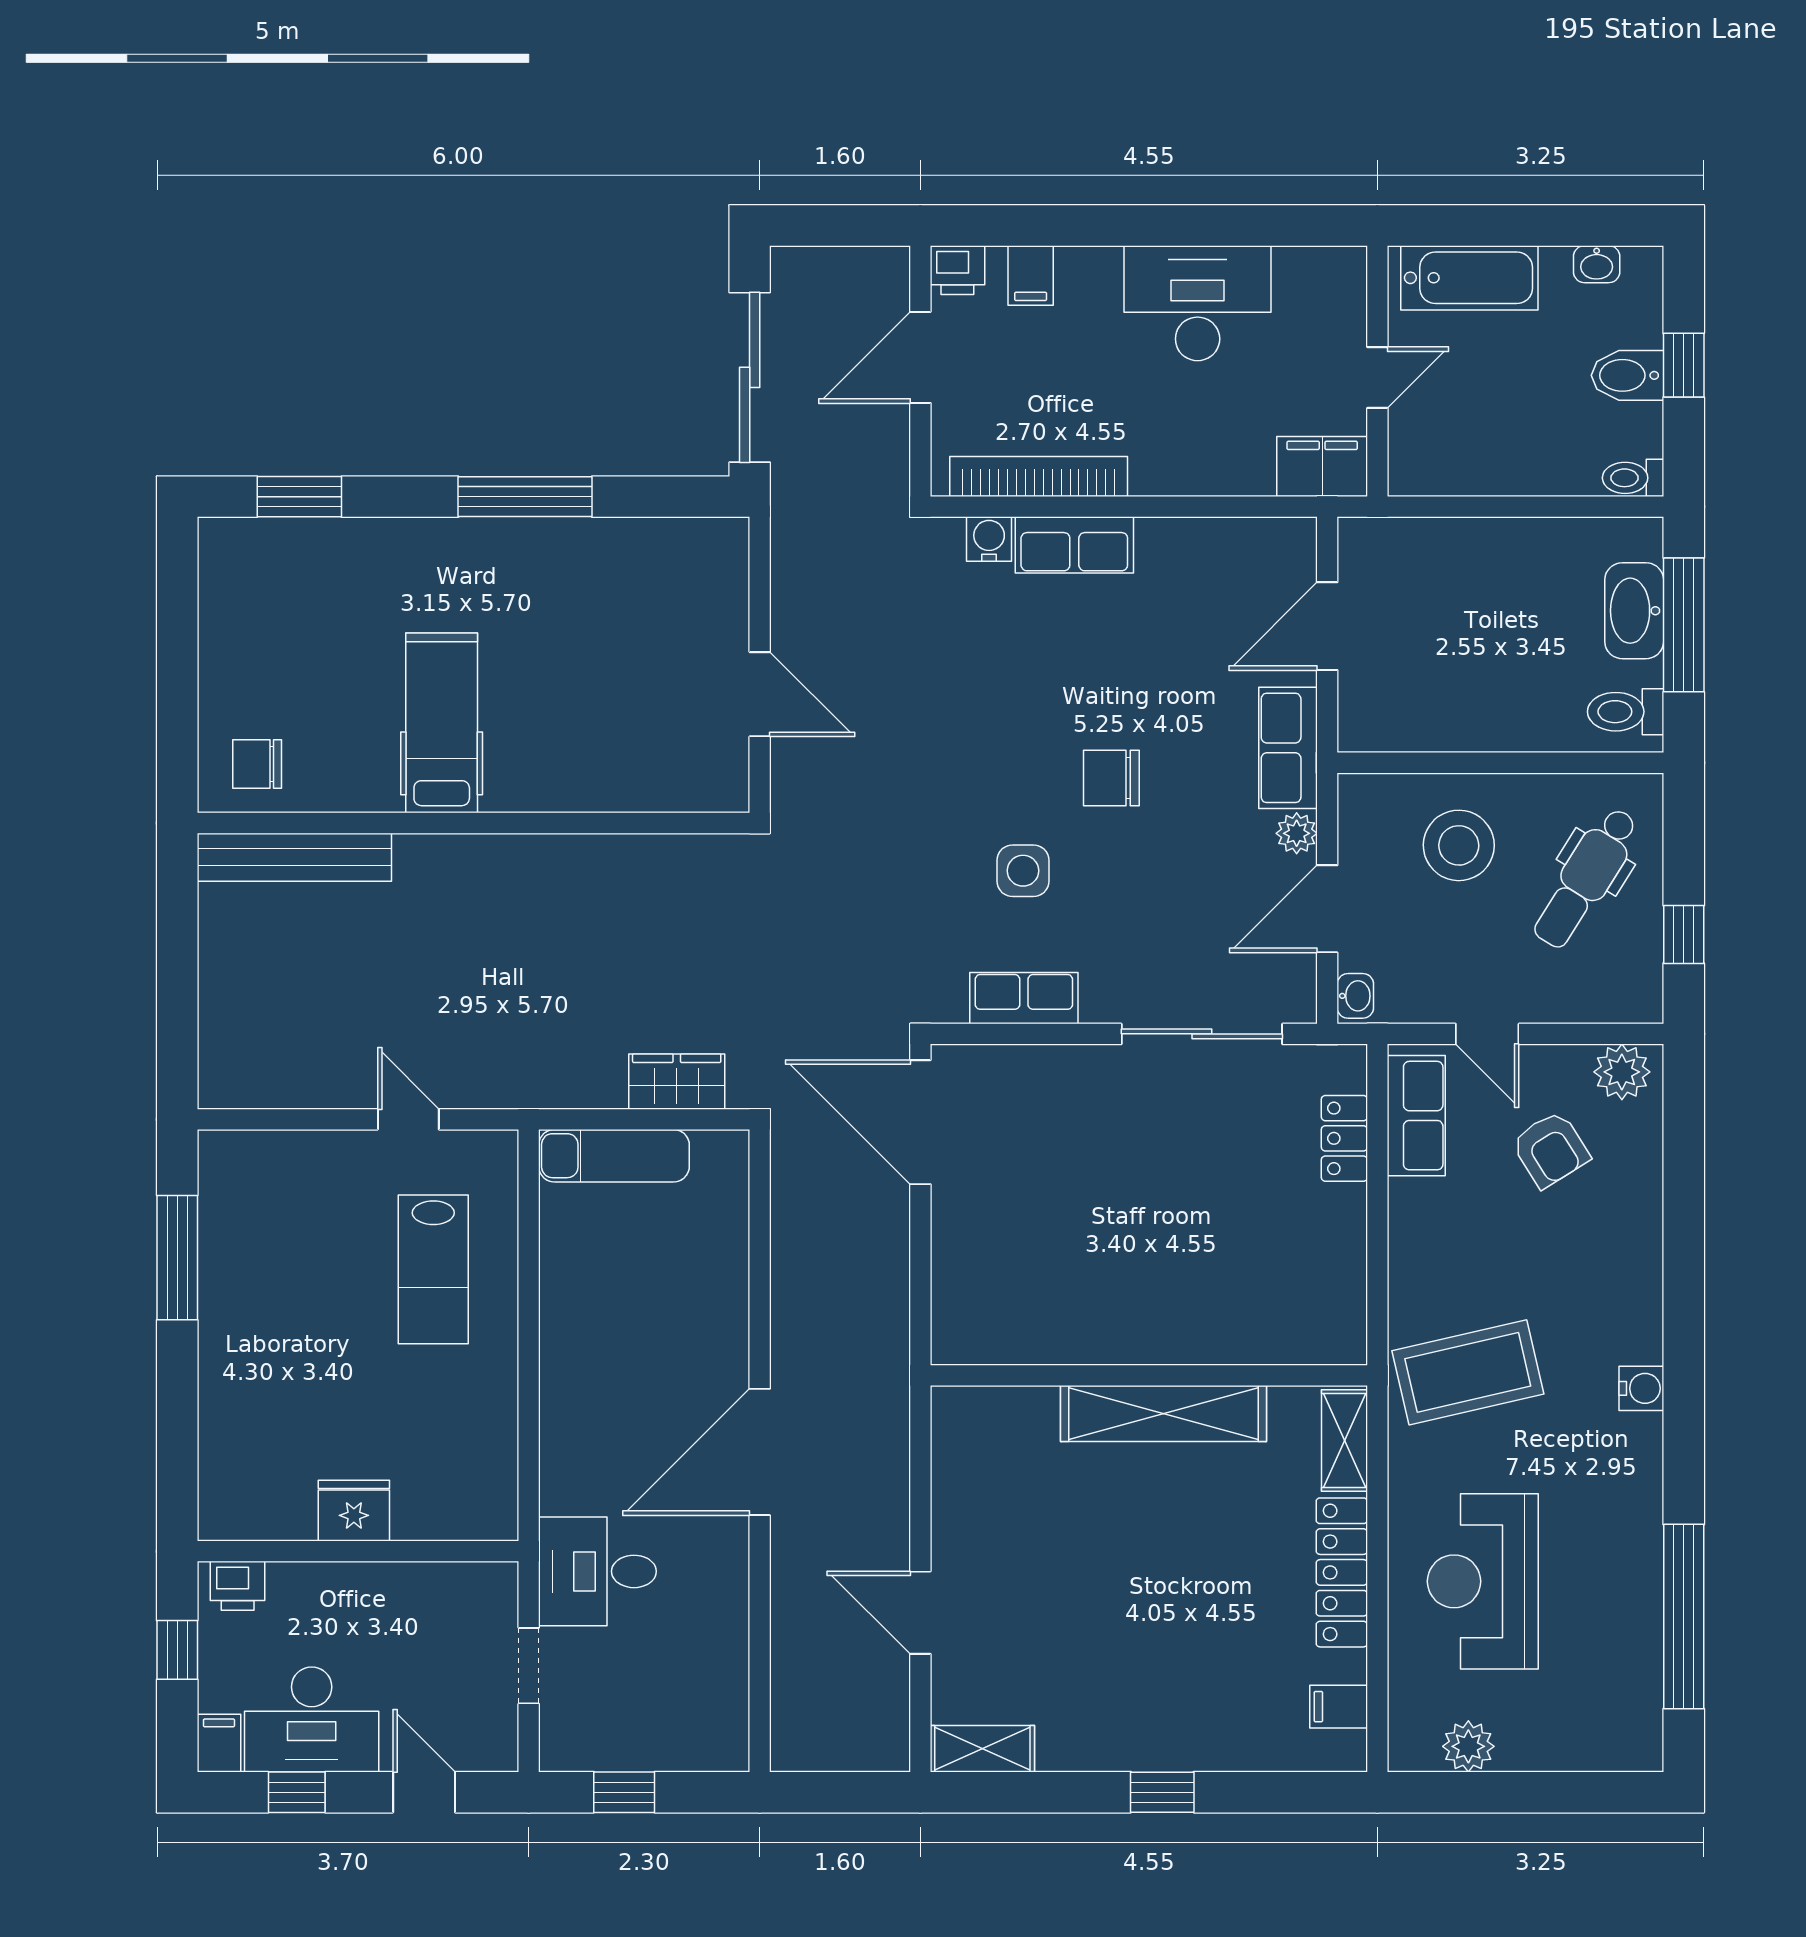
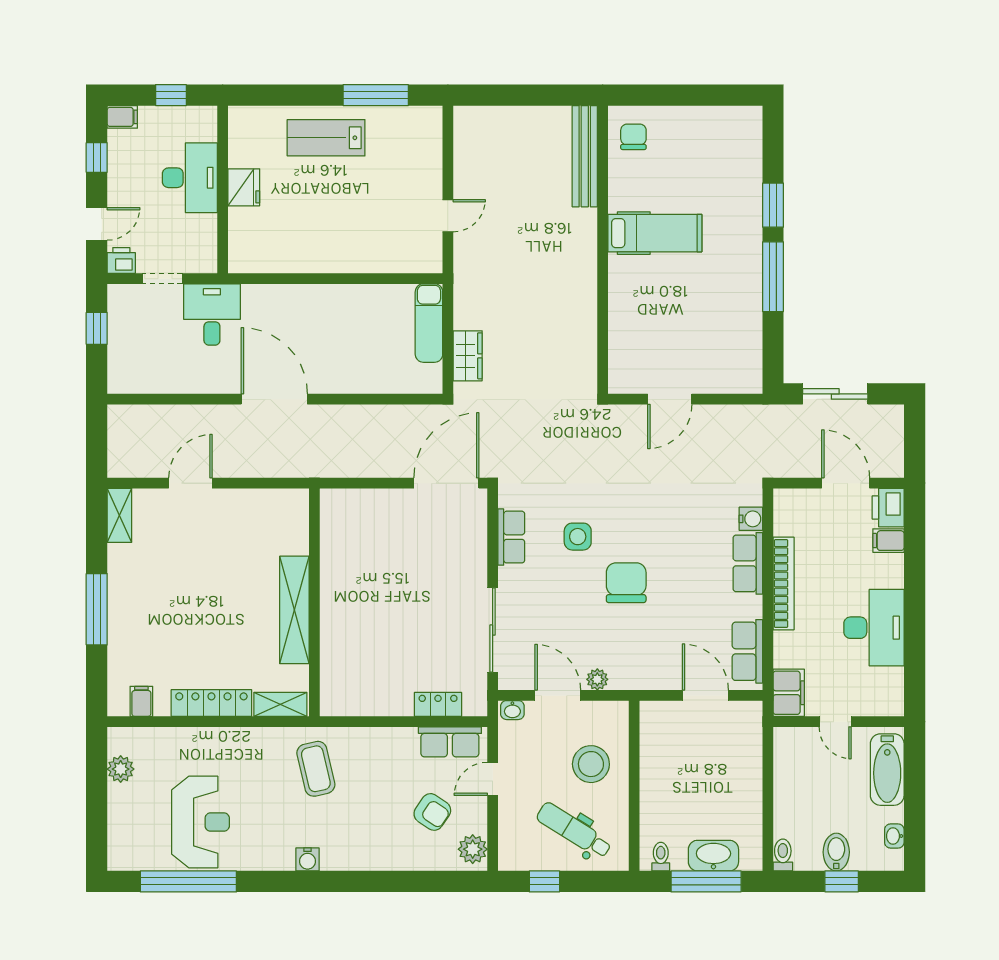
printer: (957, 270) -> (888, 508), width x1.36, depth x1.24
sliding door: (750, 377) -> (835, 394), width x0.73
bookcase: (1039, 476) -> (784, 584), moved
window: (299, 497) -> (773, 205), moved
toilet: (1626, 712) -> (661, 857), width x0.73, depth x0.72
row of seats: (1288, 748) -> (747, 651), moved, turned -90
chair: (1111, 778) -> (626, 583), width x1.37, depth x1.37
armchair: (1551, 1149) -> (432, 812), turned -114
lab bench: (433, 1269) -> (326, 138), moved
coffee table: (1468, 1372) -> (316, 769), width x0.73, depth x0.76
reception desk: (1483, 1581) -> (200, 822), moved, turned 90
printer: (238, 1586) -> (121, 260), moved, turned 90
desk: (312, 1720) -> (190, 178), moved, turned 180
window: (1162, 1792) -> (97, 609), width x2.17

